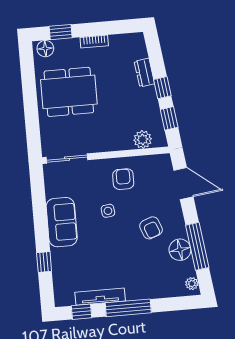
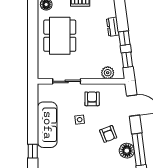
dining table: (69, 92) -> (60, 36), turned 90
sliding door: (67, 159) -> (67, 81), moved
sofa: (62, 222) -> (47, 125), width x1.36

